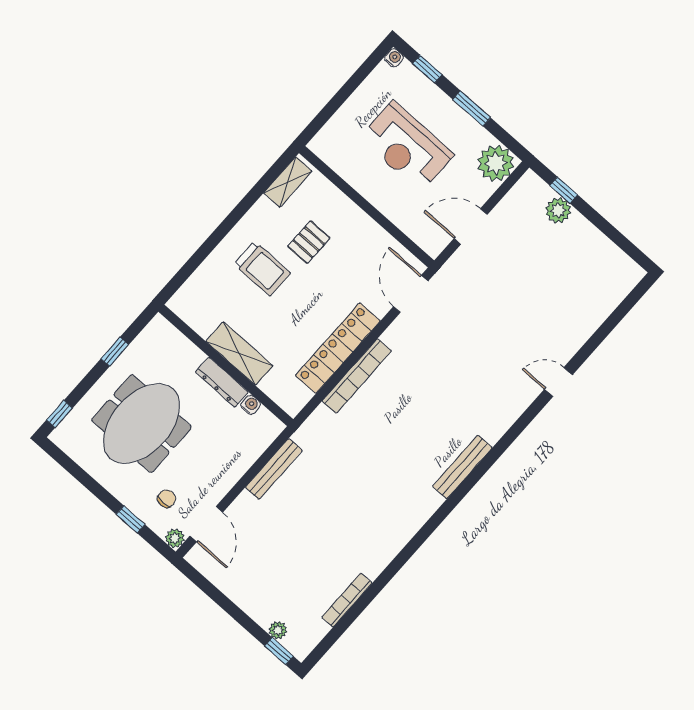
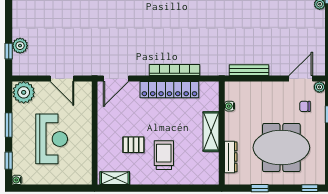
dresser: (222, 382) -> (231, 157), moved

